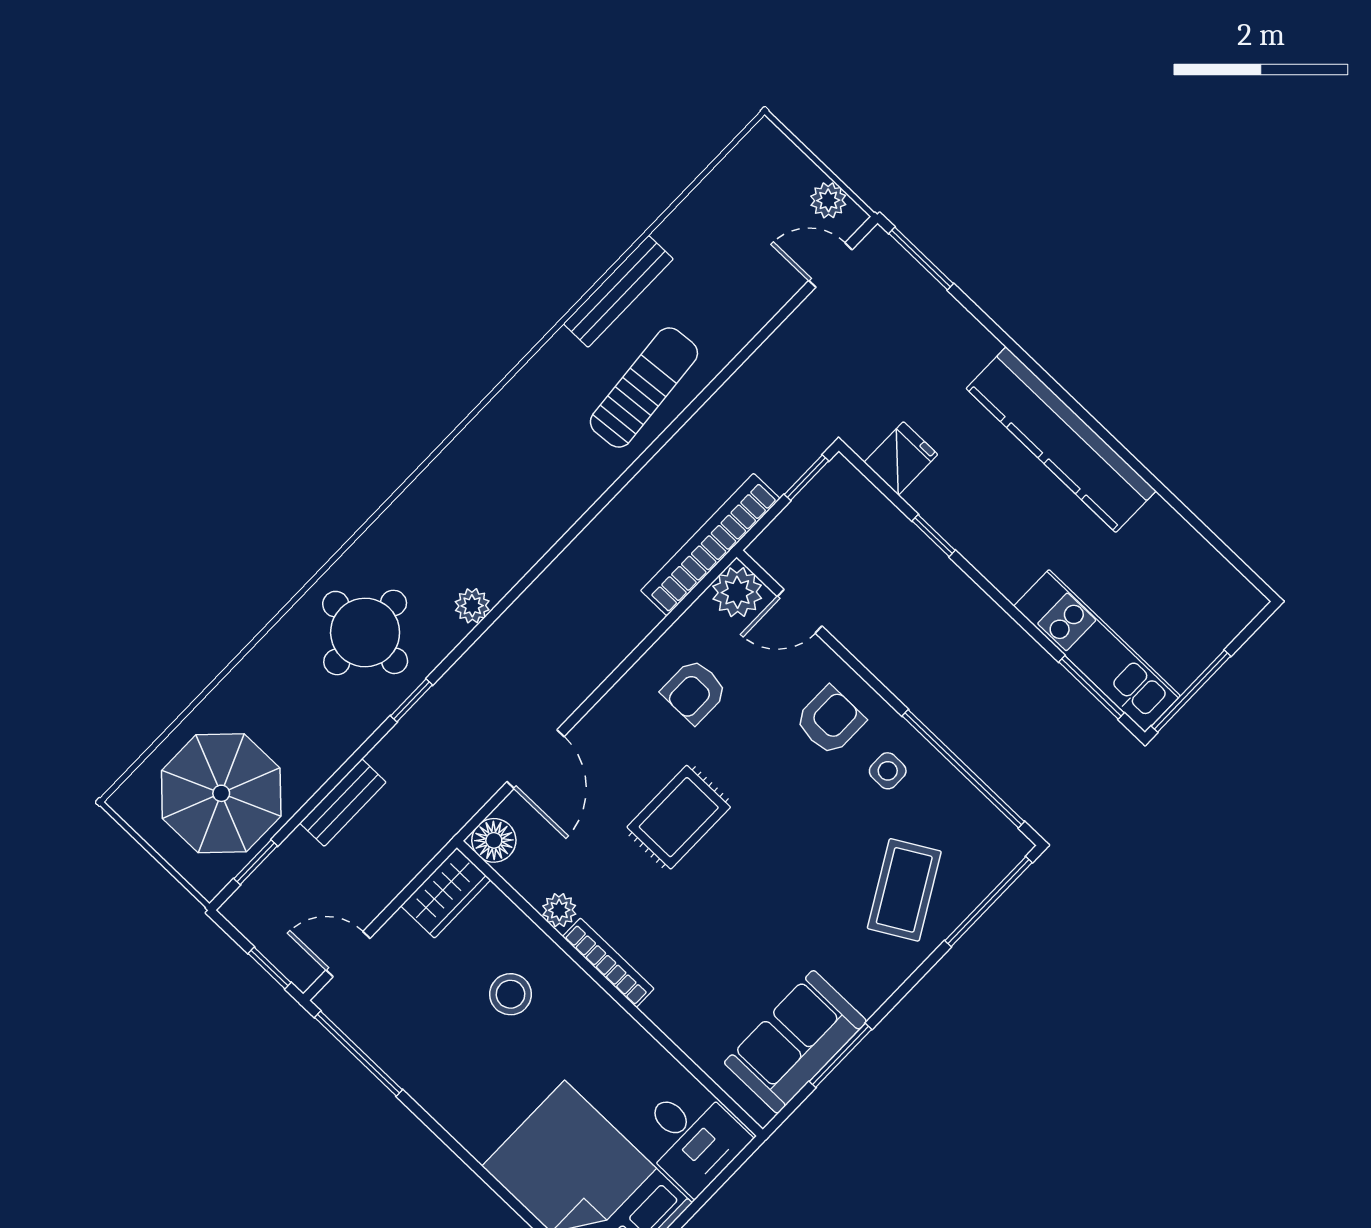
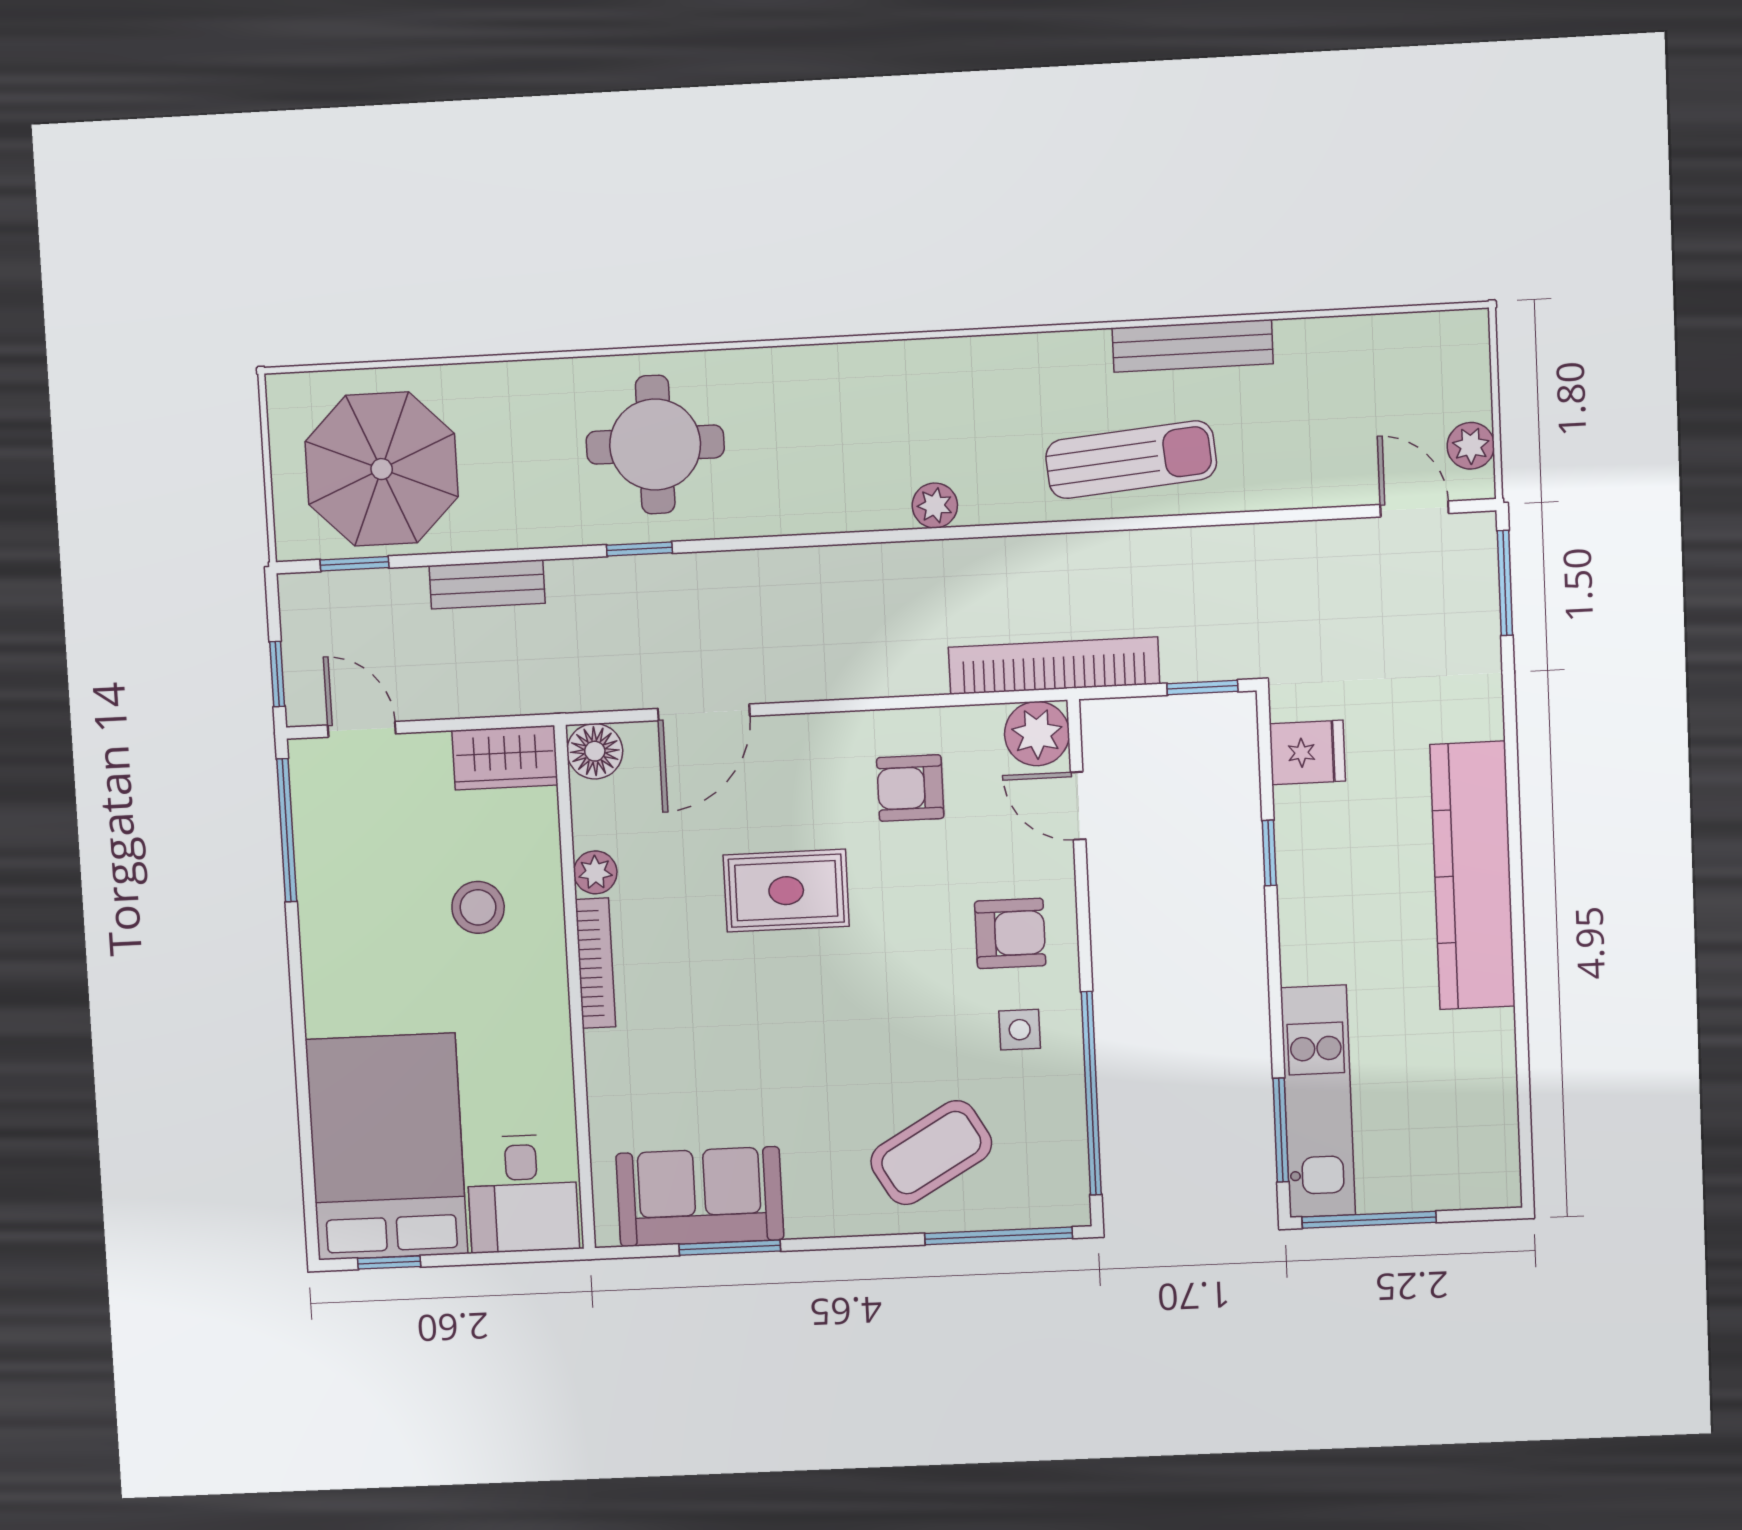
plant: (472, 606) -> (935, 506), moved

